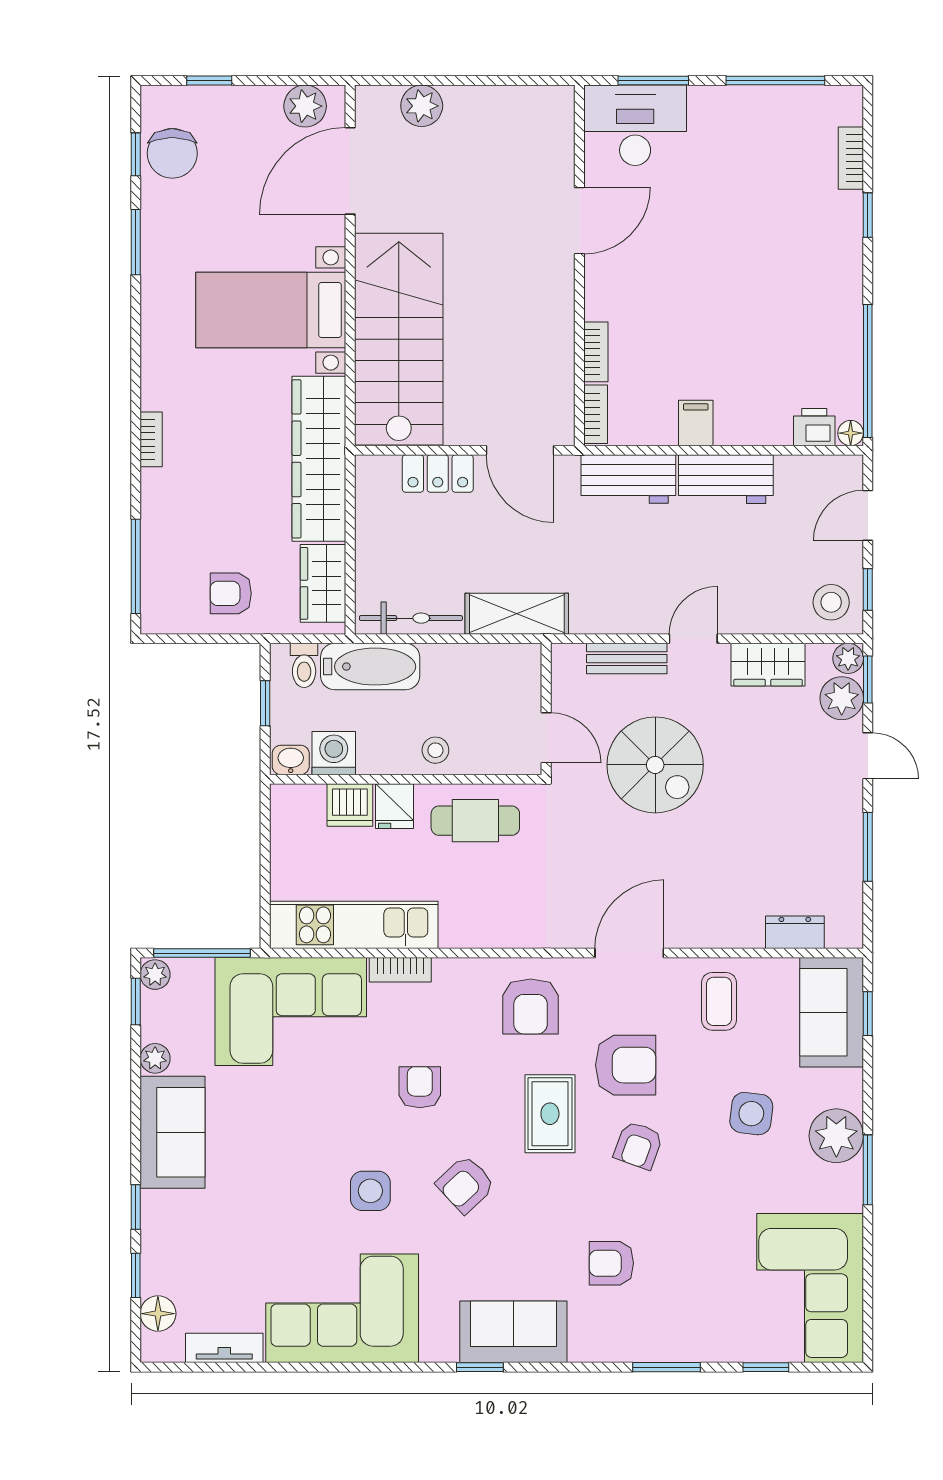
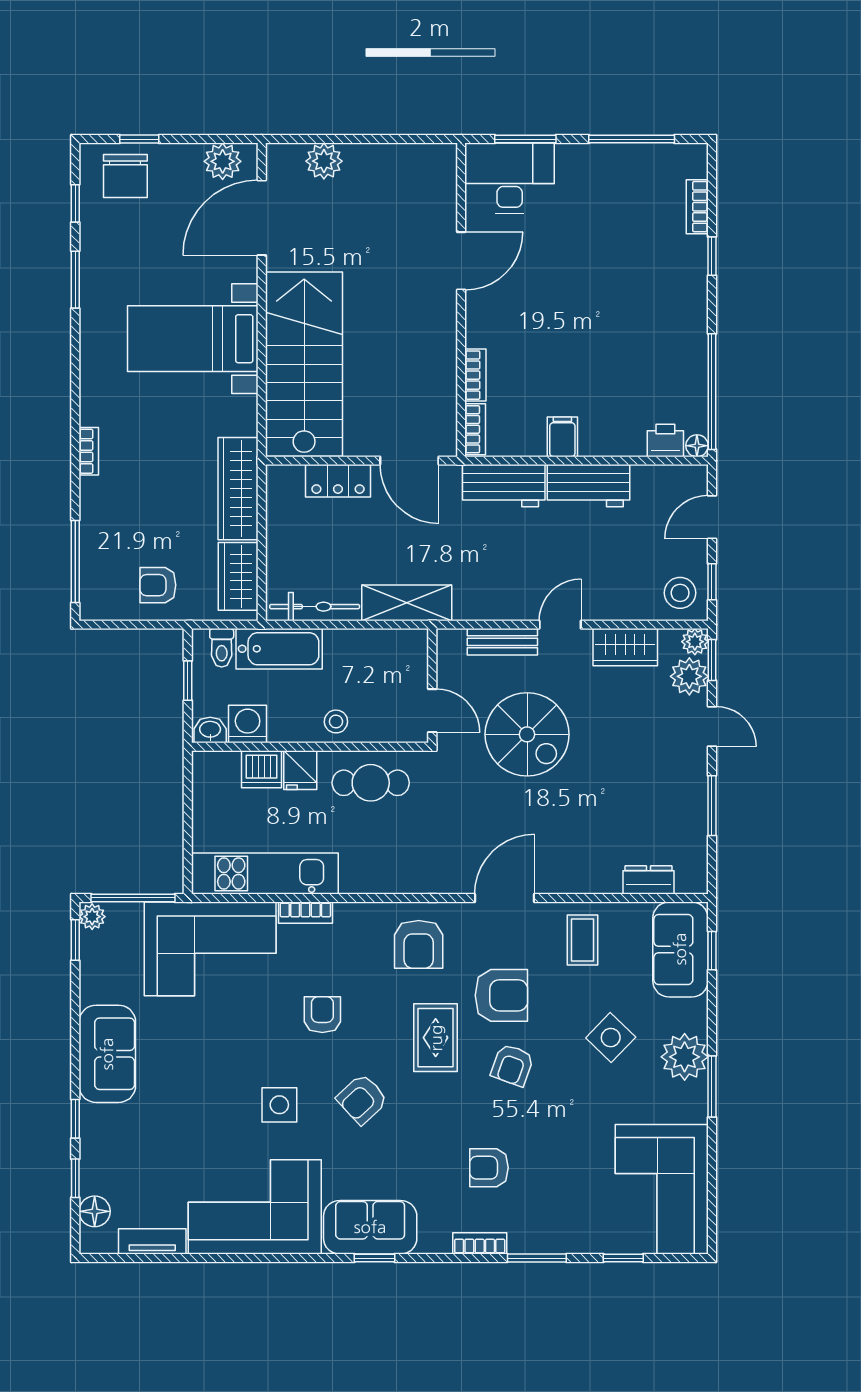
chair: (172, 153) -> (125, 176), moved
wardrobe: (319, 459) -> (238, 489), width x0.71, depth x0.85
plant: (155, 1058) -> (92, 990), removed
side table: (751, 1114) -> (611, 1038), turned 37
sofa: (513, 1332) -> (370, 1227), moved
bookcase: (601, 1350) -> (480, 1243), added

